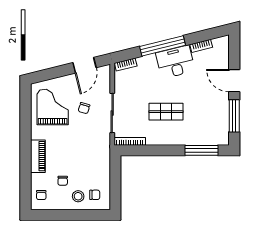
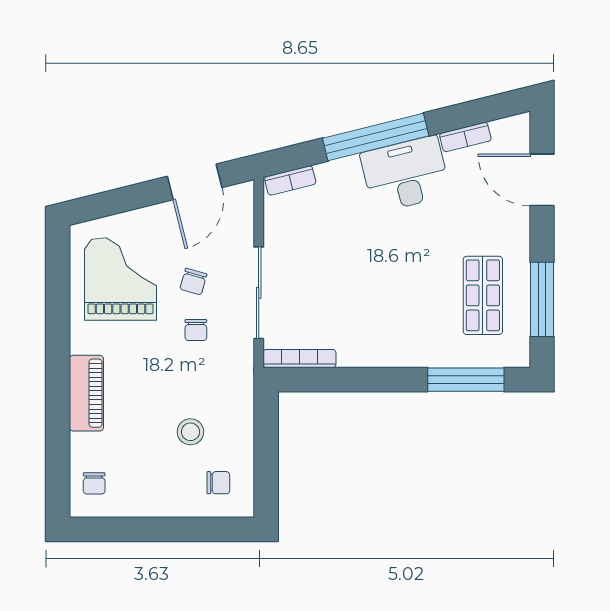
door: (234, 81) -> (542, 180), moved
shop shelf: (166, 112) -> (483, 295), moved, turned 90
chair: (63, 181) -> (196, 330), moved
stool: (78, 196) -> (190, 432), moved

